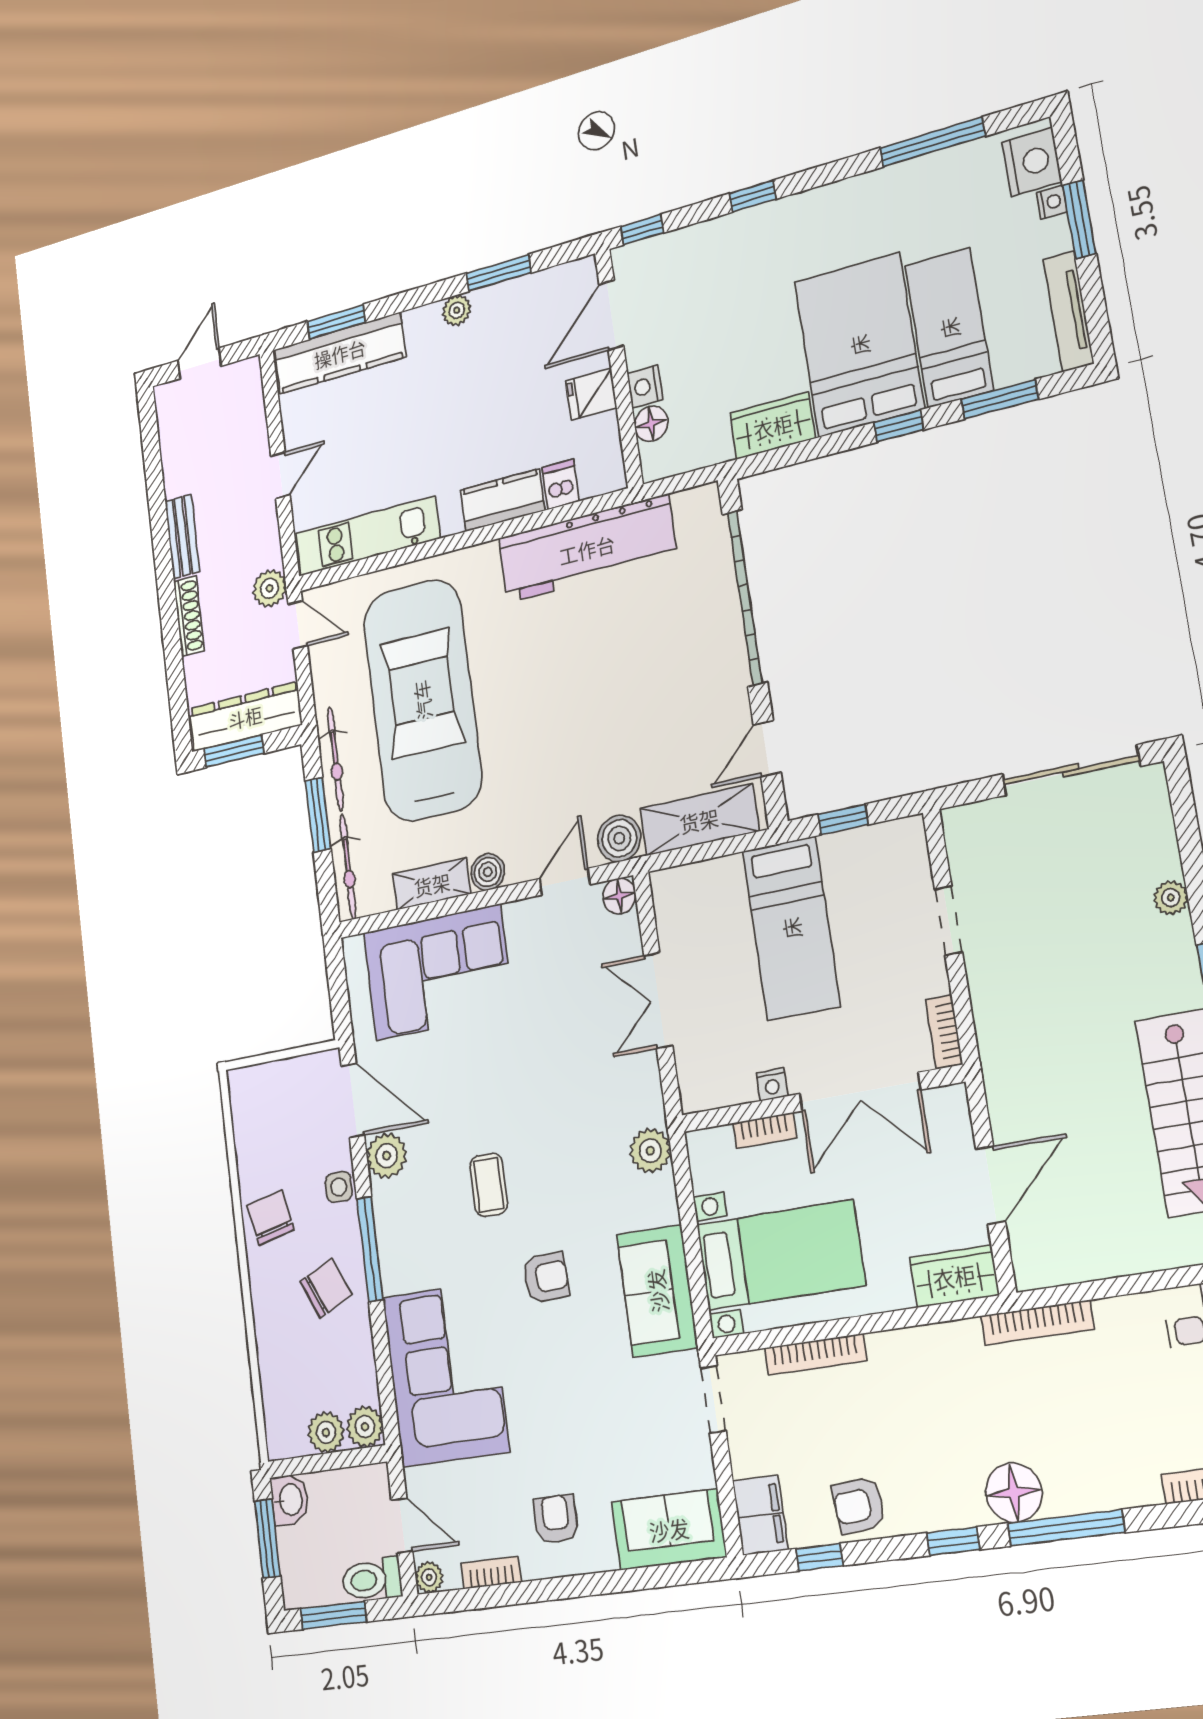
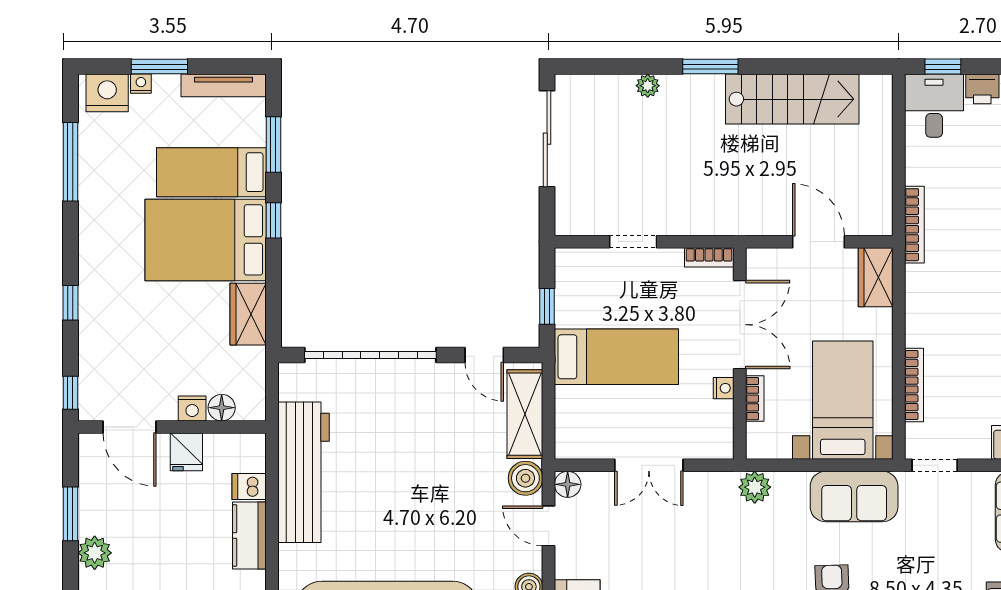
plant: (457, 310) -> (95, 553), width x1.38, depth x1.38

